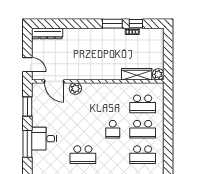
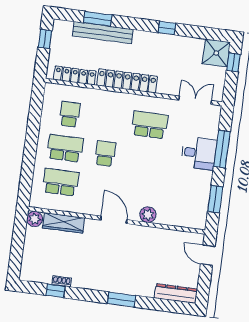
window: (112, 24) -> (121, 300), moved
door: (54, 81) -> (114, 220), moved
school desk: (143, 155) -> (70, 114), width x0.54

